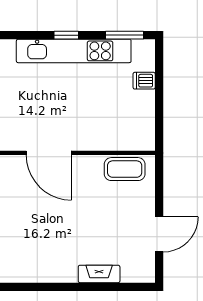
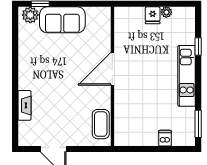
window: (66, 35) -> (198, 46), moved
kitchen unit: (74, 51) -> (187, 76), width x0.73

